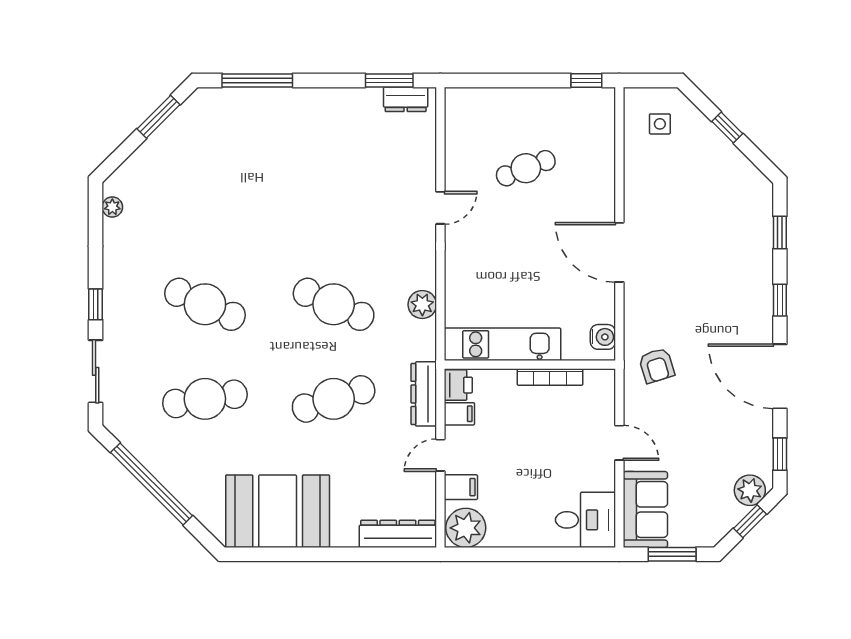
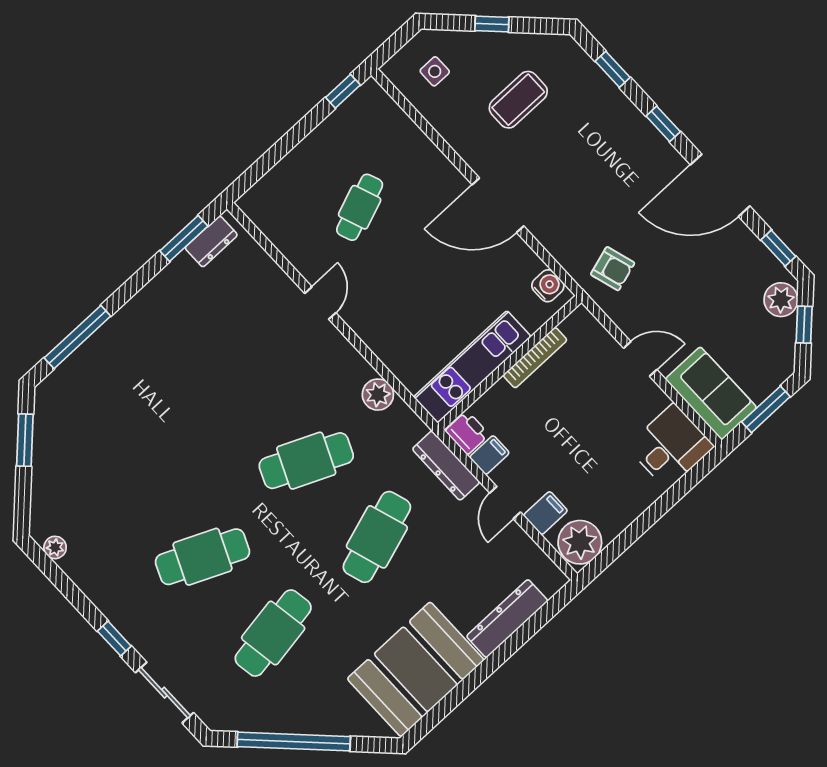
coffee table: (698, 194) -> (518, 100), added
dresser: (398, 534) -> (507, 619), moved

